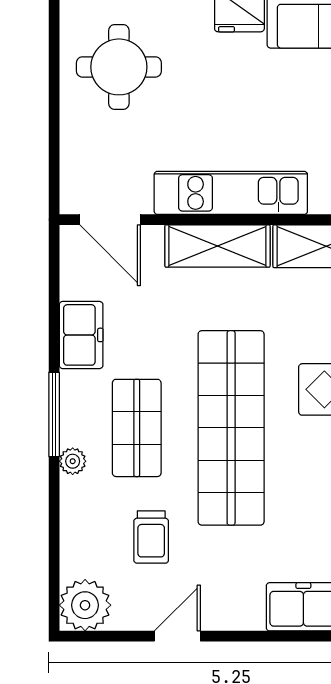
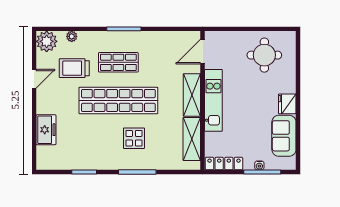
freezer: (81, 335) -> (156, 40), removed
plant: (73, 461) -> (72, 36), moved
trolley: (151, 537) -> (74, 68), width x1.36, depth x1.39
door: (177, 636) -> (34, 79), hinge flipped

